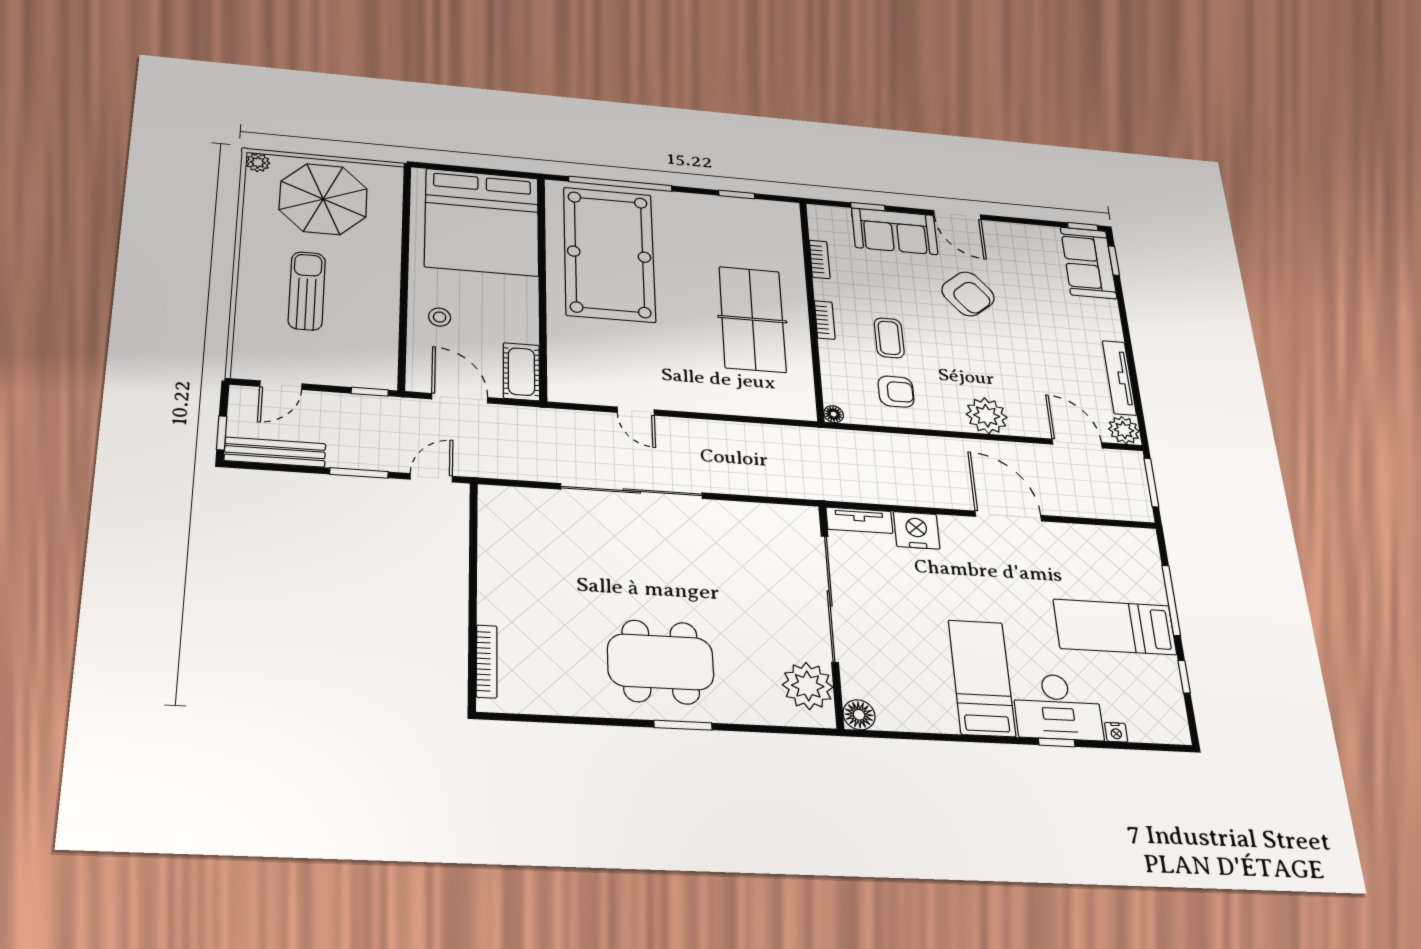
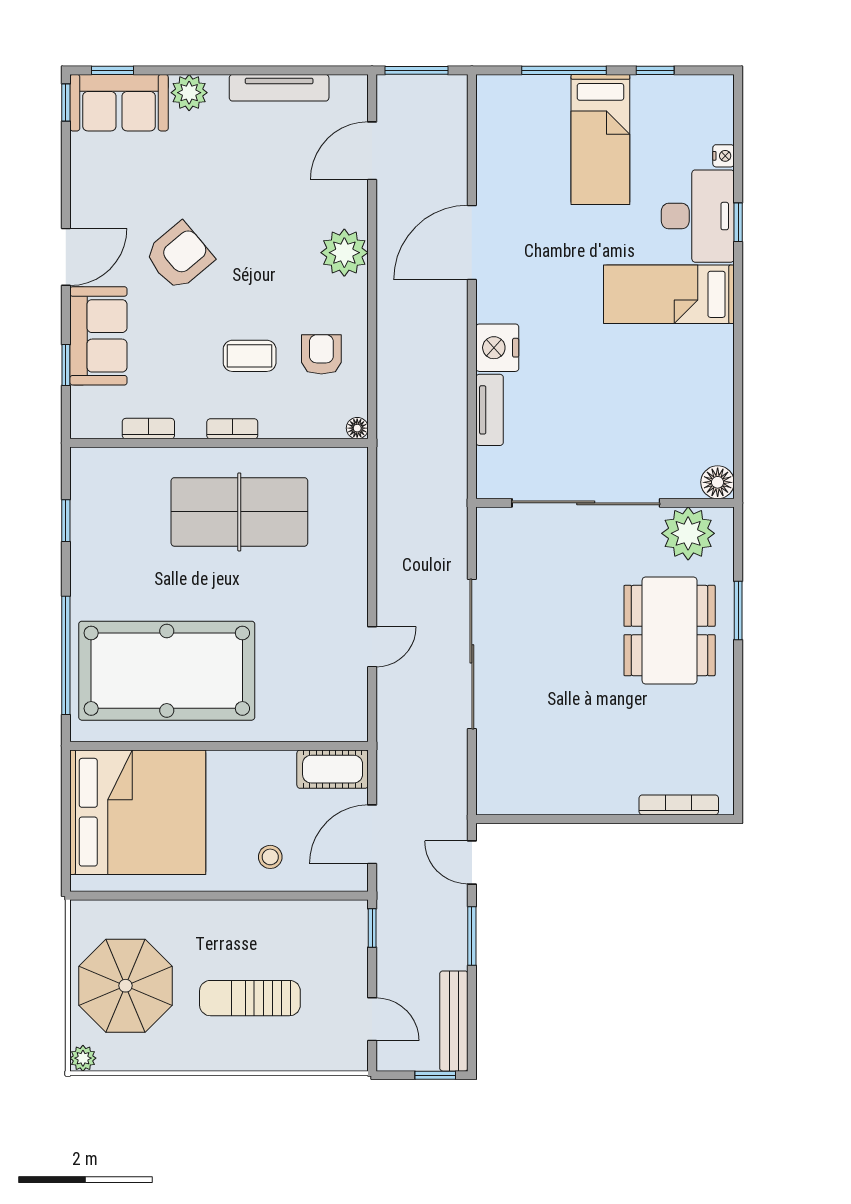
plant: (1124, 430) -> (189, 93), moved
sliding door: (830, 598) -> (586, 503), moved
wall: (831, 615) -> (605, 503), moved
plant: (808, 686) -> (688, 533), moved
floor lamp: (859, 715) -> (718, 482), moved

